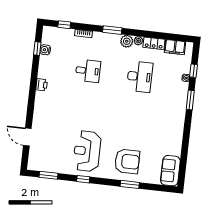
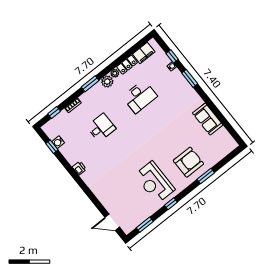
desk: (140, 77) -> (140, 97), turned 90
door: (27, 137) -> (112, 222), moved
sofa: (170, 171) -> (208, 119), moved

